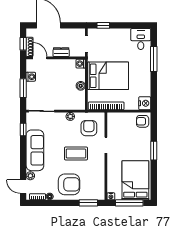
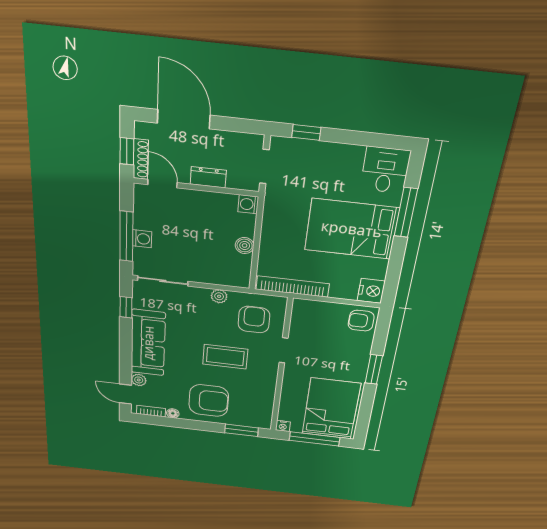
bed: (108, 76) -> (352, 229), moved, turned 180
washing machine: (31, 77) -> (142, 239), moved
window: (23, 88) -> (126, 236), width x1.44

